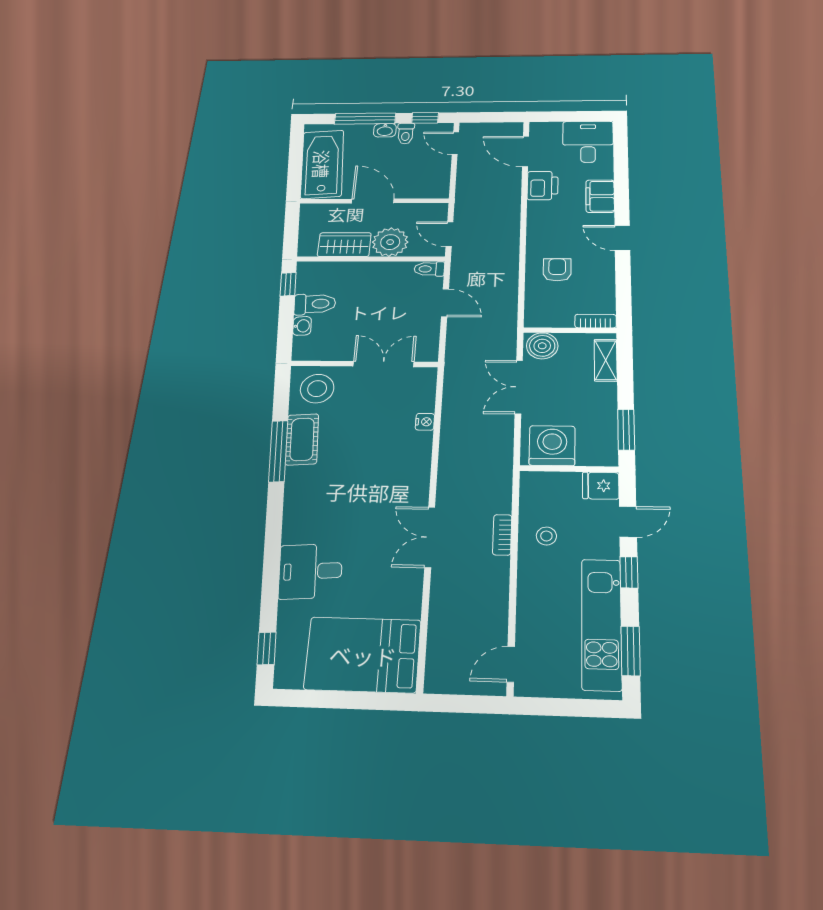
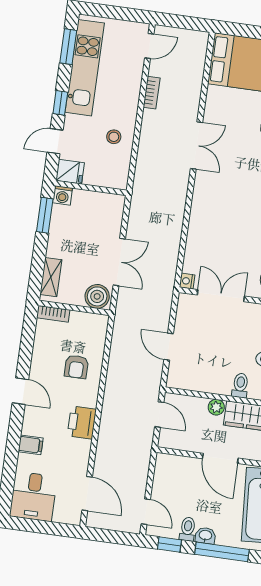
printer: (543, 186) -> (82, 423), moved
filing cabinet: (600, 196) -> (31, 445), width x0.50
plant: (390, 242) -> (216, 407), width x0.53, depth x0.53
toilet: (429, 269) -> (240, 385), moved, turned -90
double door: (384, 364) -> (221, 296), swing flipped
nightstand: (425, 422) -> (187, 281), moved
washing machine: (552, 446) -> (62, 195), moved, width x0.53, depth x0.53
bookcase: (502, 535) -> (152, 93), moved

